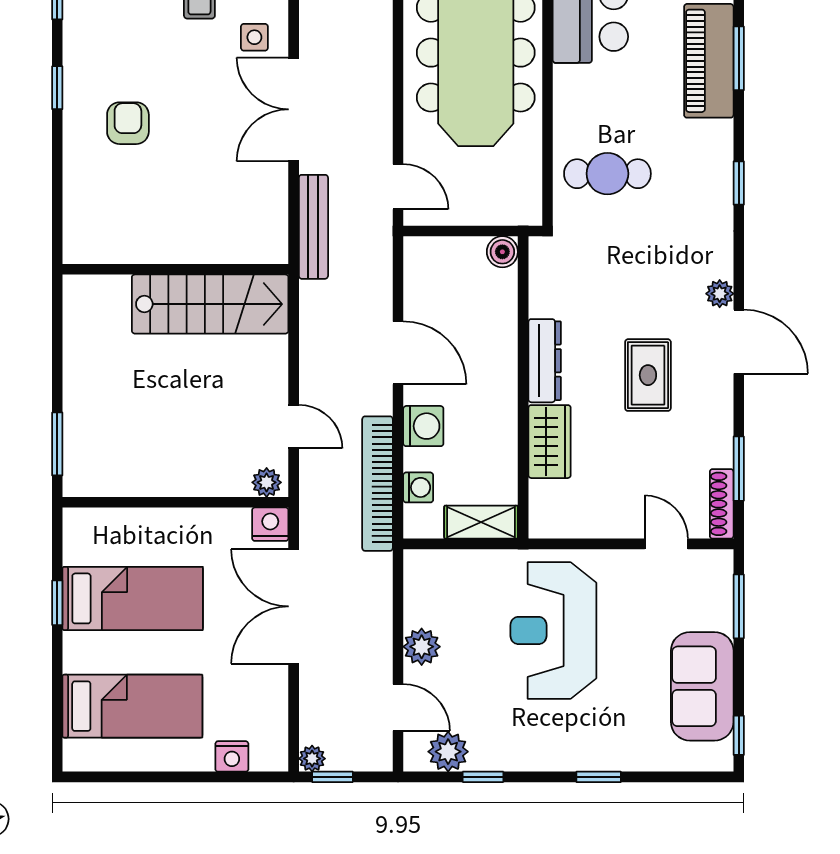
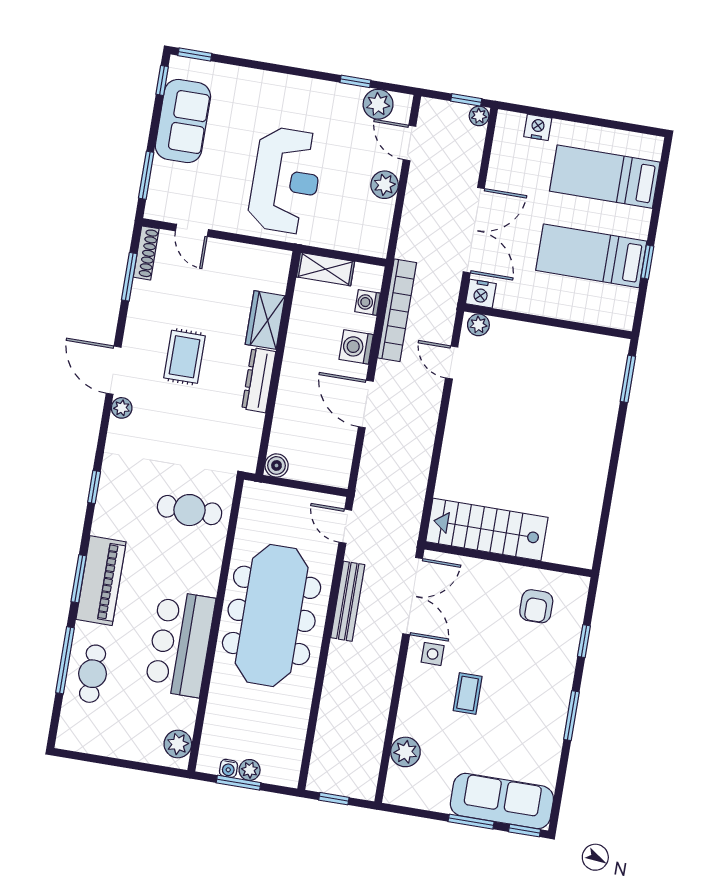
bench: (313, 227) -> (348, 601), moved
wall: (175, 269) -> (508, 559), moved
stairs: (210, 304) -> (487, 530), moved
window: (599, 777) -> (195, 54), moved

